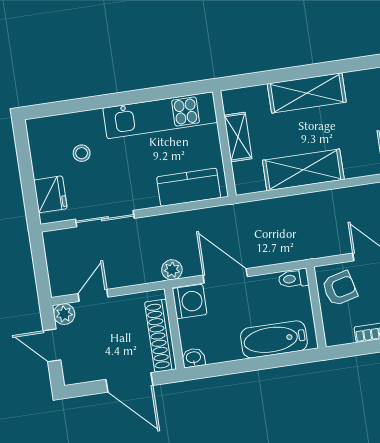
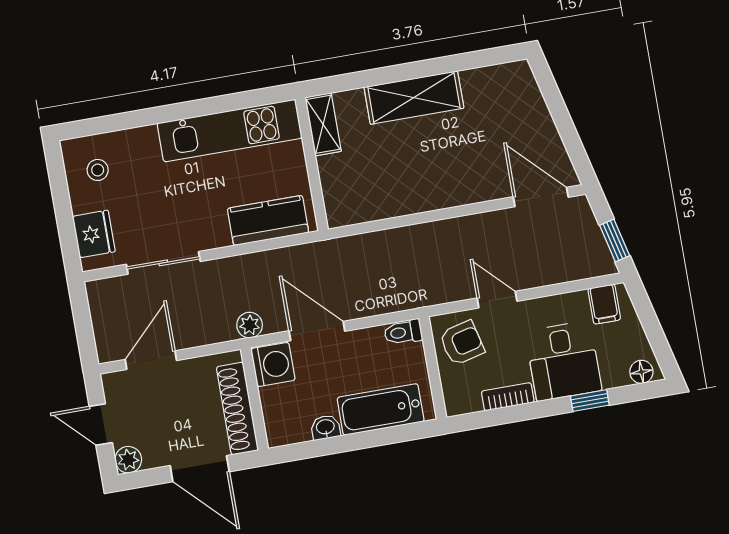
shelving: (238, 137) -> (323, 124), moved
stool: (82, 153) -> (98, 170), moved
shelving: (303, 170) -> (412, 195), removed
door: (93, 295) -> (151, 360), width x1.38
plant: (64, 314) -> (128, 460), moved
washbasin: (193, 358) -> (325, 427), moved

